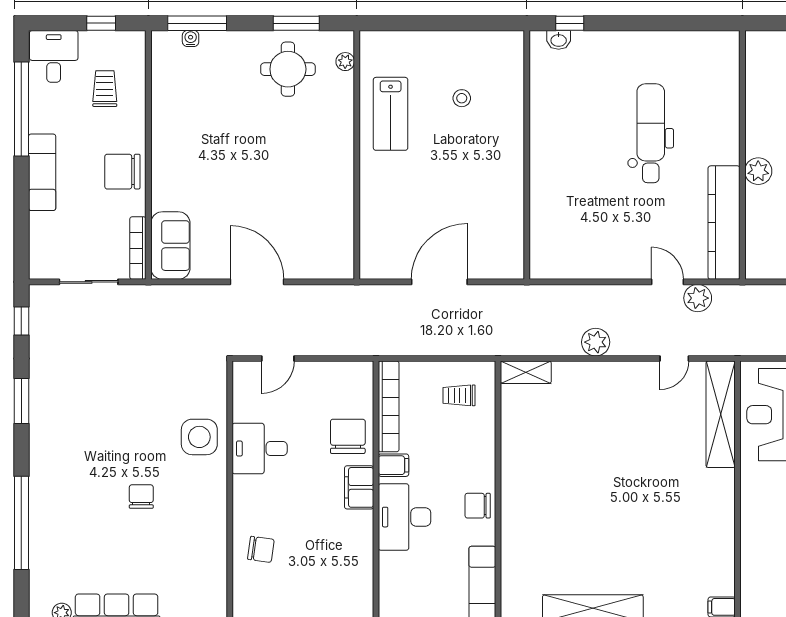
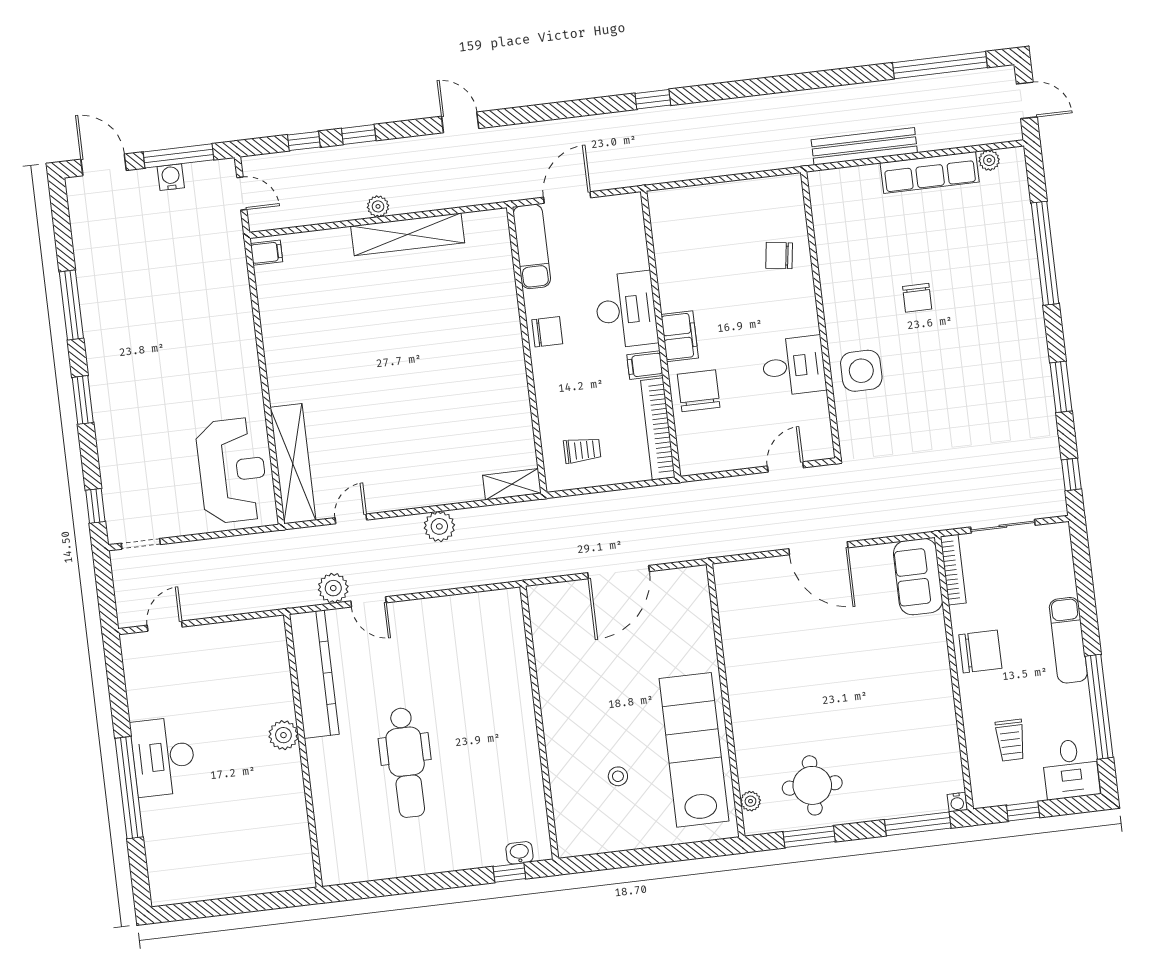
water cooler: (191, 38) -> (957, 802), moved
lab bench: (391, 114) -> (694, 750), width x1.86, depth x1.39
chair: (348, 436) -> (699, 391), turned 180

